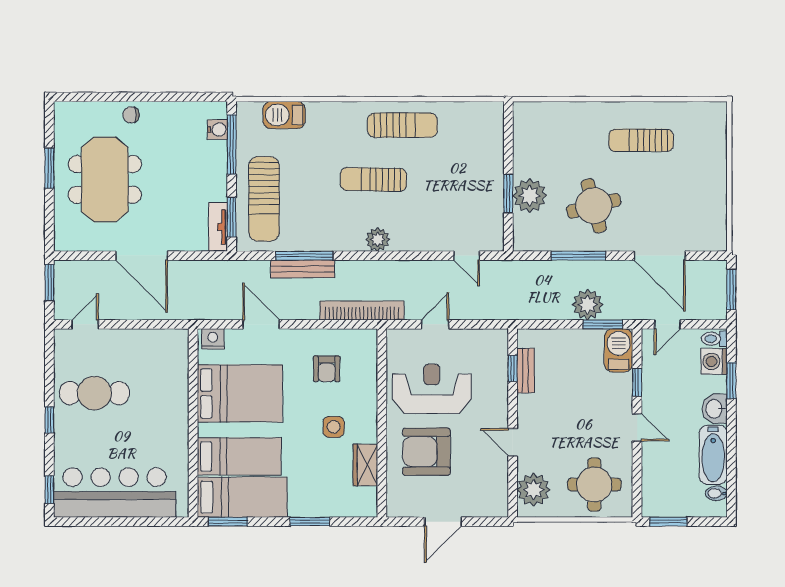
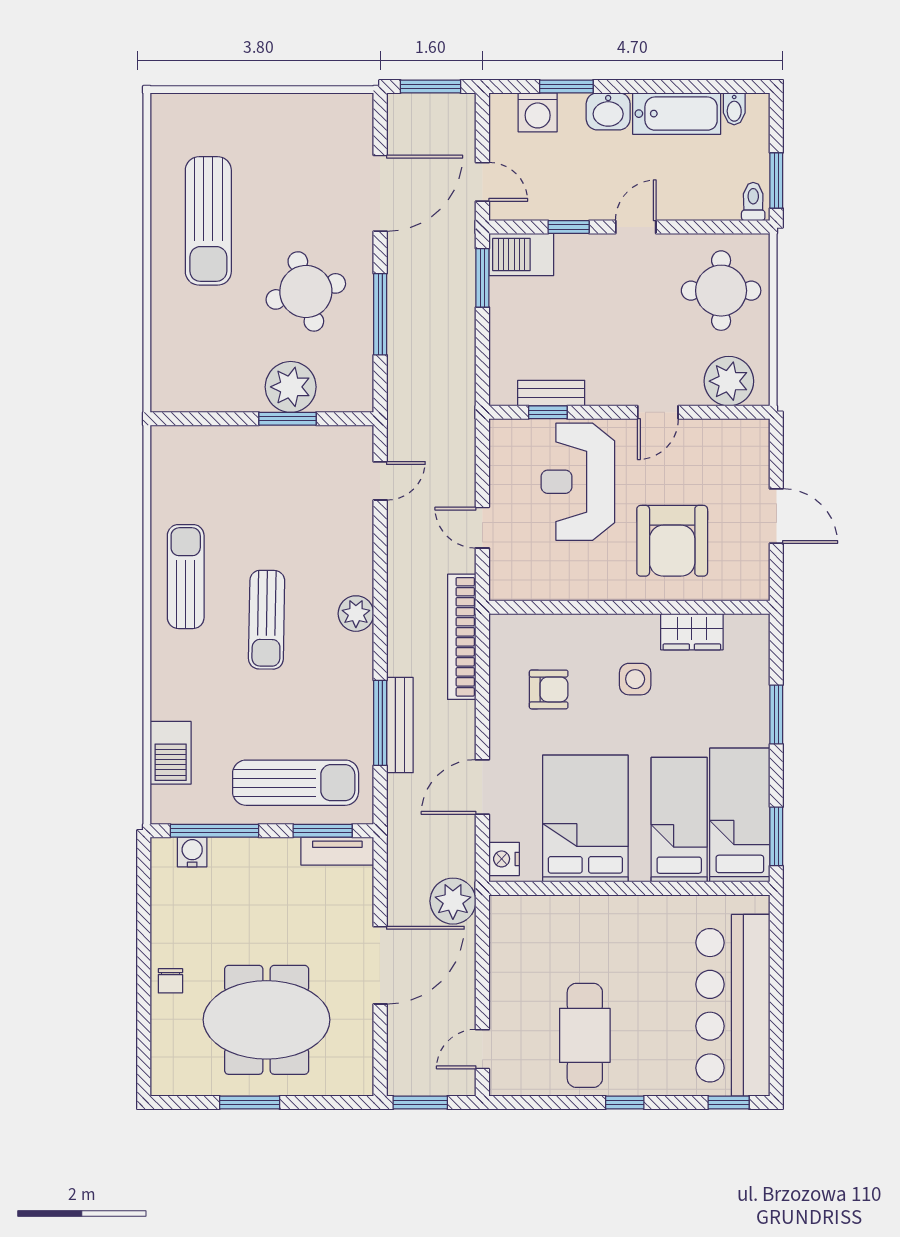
sun lounger: (641, 140) -> (208, 221), width x1.36, depth x1.34
plant: (588, 305) -> (453, 901), moved
door: (85, 324) -> (482, 1049), hinge flipped
toilet: (714, 339) -> (753, 202), moved, turned 180
reception desk: (432, 389) -> (578, 482), moved

